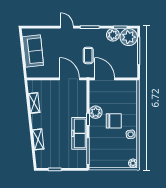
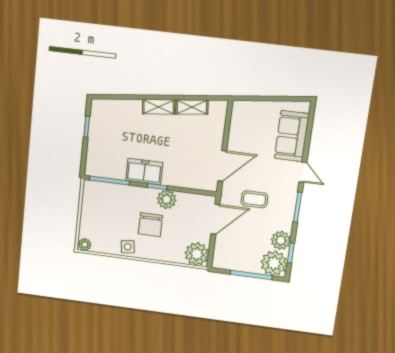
door: (67, 27) -> (303, 172), hinge flipped
sofa: (33, 51) -> (292, 136), moved, turned 96
plant: (129, 88) -> (197, 254), added
freezer: (79, 133) -> (144, 172), width x0.71
shelving: (38, 139) -> (159, 107), moved

